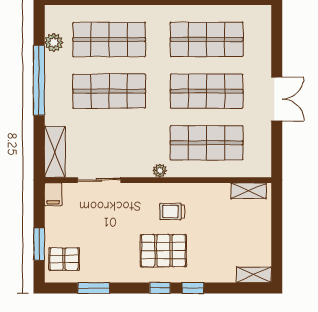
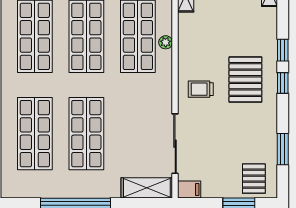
plant: (54, 43) -> (38, 189), removed
plant: (160, 171) -> (166, 42), moved
sliding door: (99, 180) -> (175, 144), width x1.37
trolley: (172, 212) -> (201, 89), moved, turned 90

